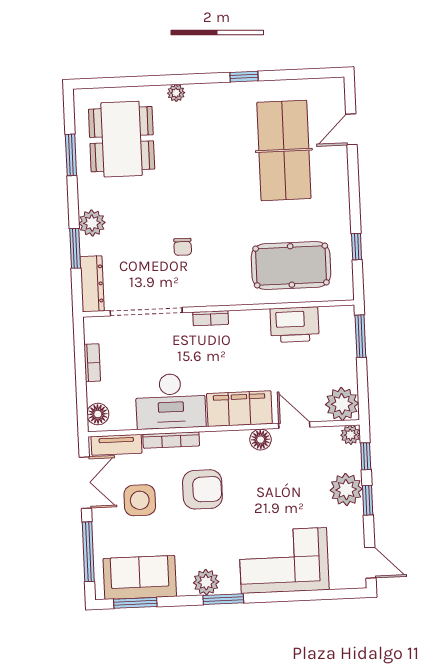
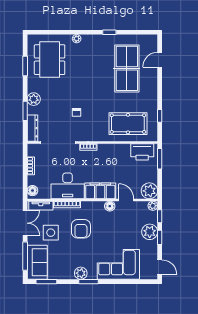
printer: (295, 325) -> (142, 152), moved
armchair: (202, 489) -> (81, 229), turned 90
sofa: (140, 577) -> (37, 262), moved, turned 90

